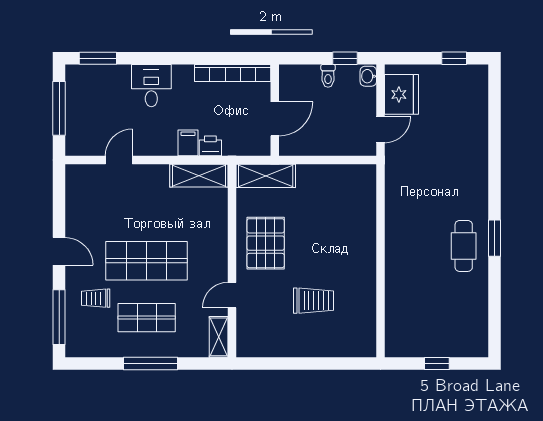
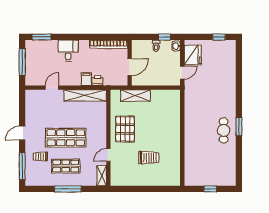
shelving: (199, 176) -> (85, 95), width x1.47
shelving: (266, 176) -> (135, 96), moved
door: (59, 251) -> (22, 133), swing flipped

